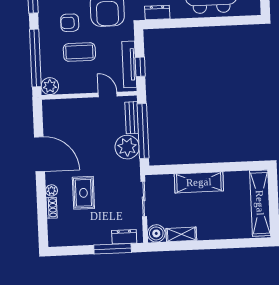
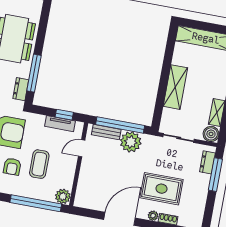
window: (178, 23) -> (34, 73), added
tv unit: (129, 64) -> (60, 124), width x0.71
rug: (83, 193) -> (161, 189), width x1.36, depth x1.43

